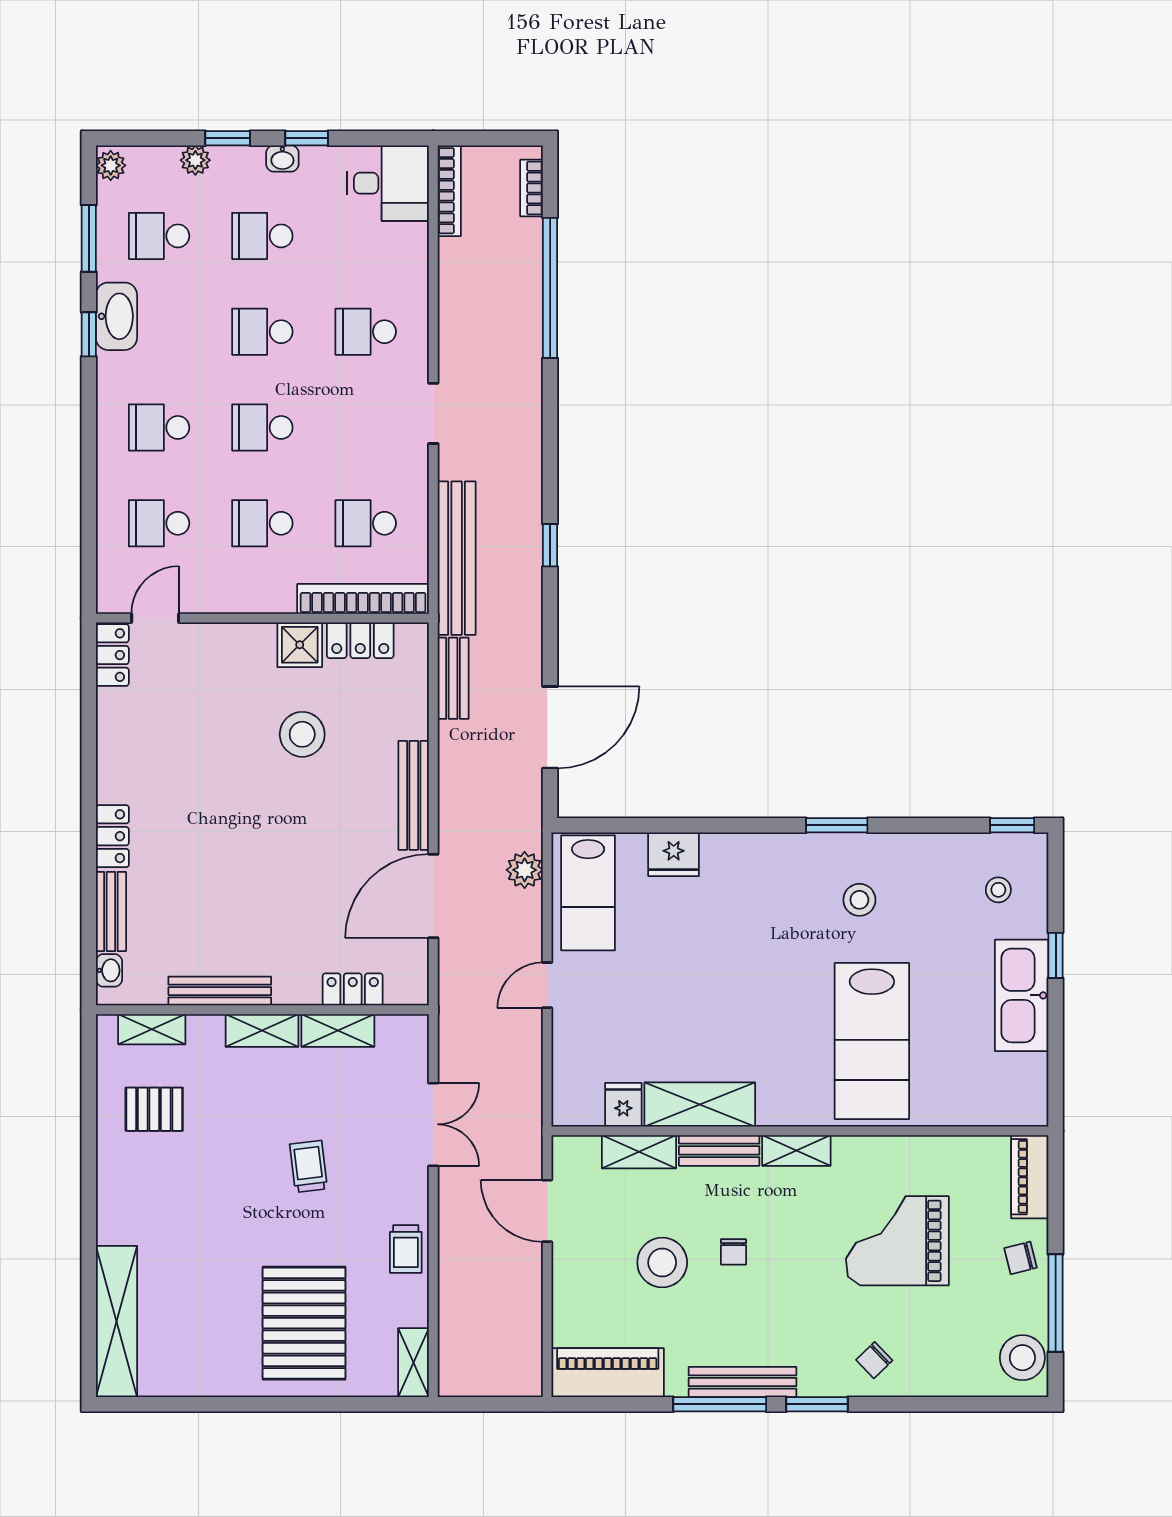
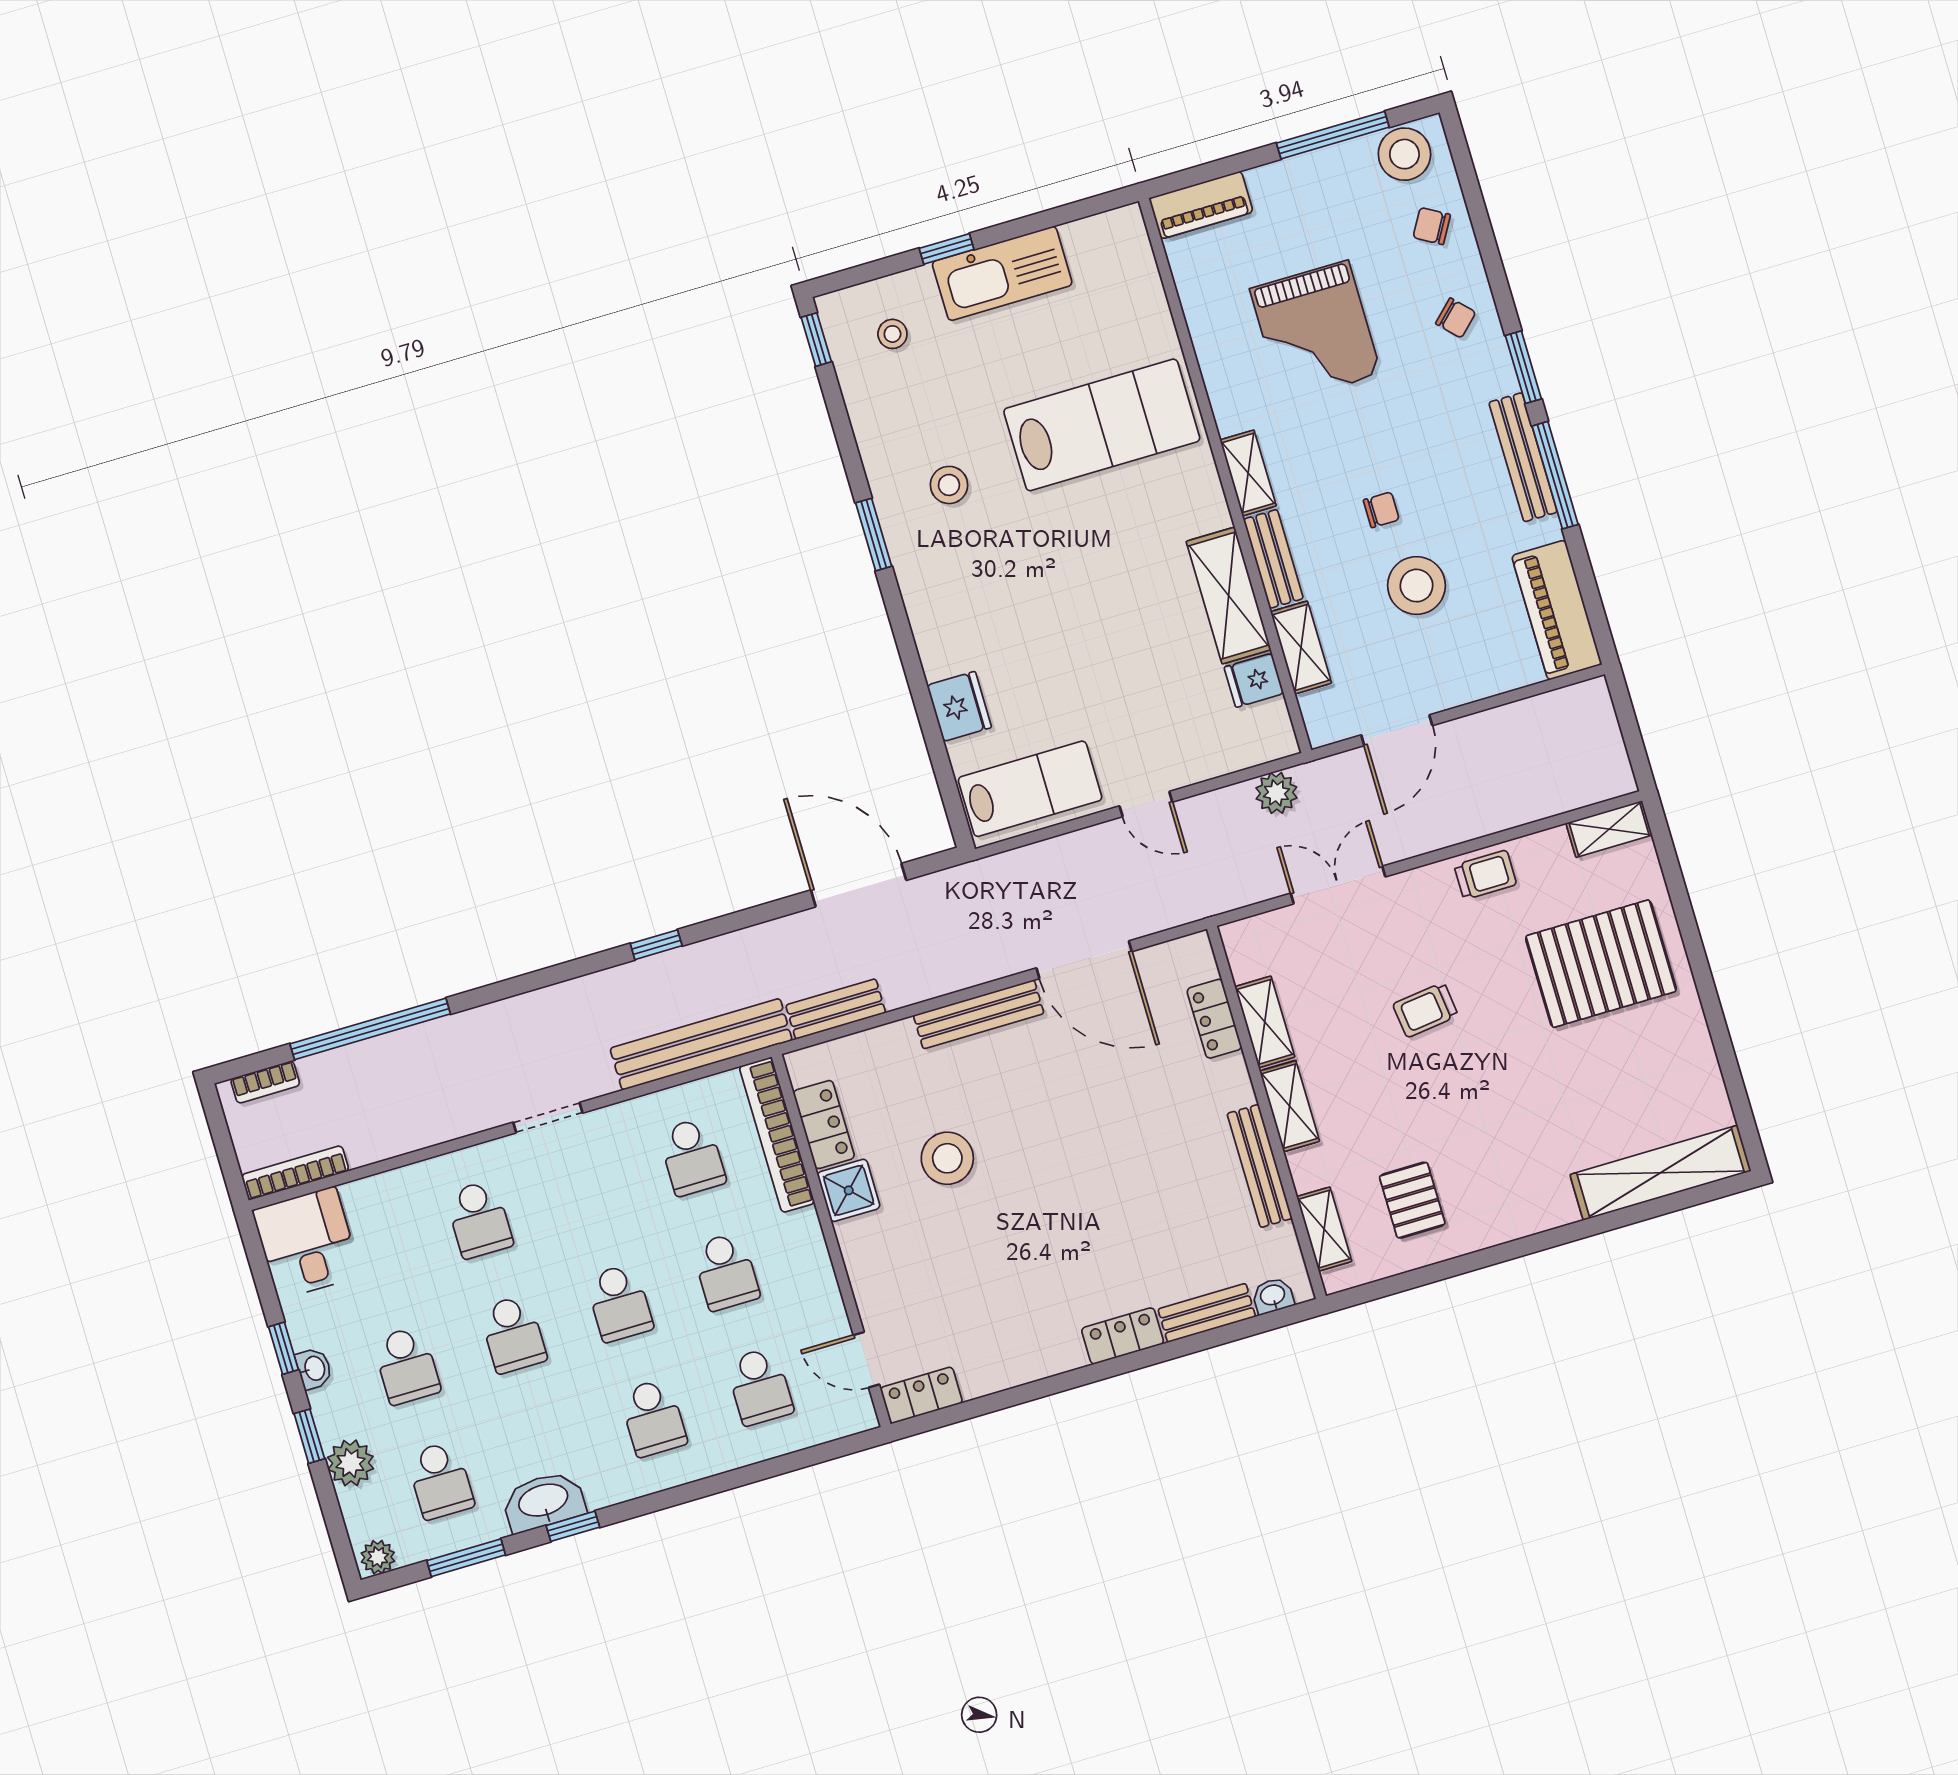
plant: (195, 160) -> (350, 1463), width x1.38, depth x1.38
plant: (525, 870) -> (1276, 793), moved
chair: (1021, 1258) -> (1432, 226), moved, turned 134

